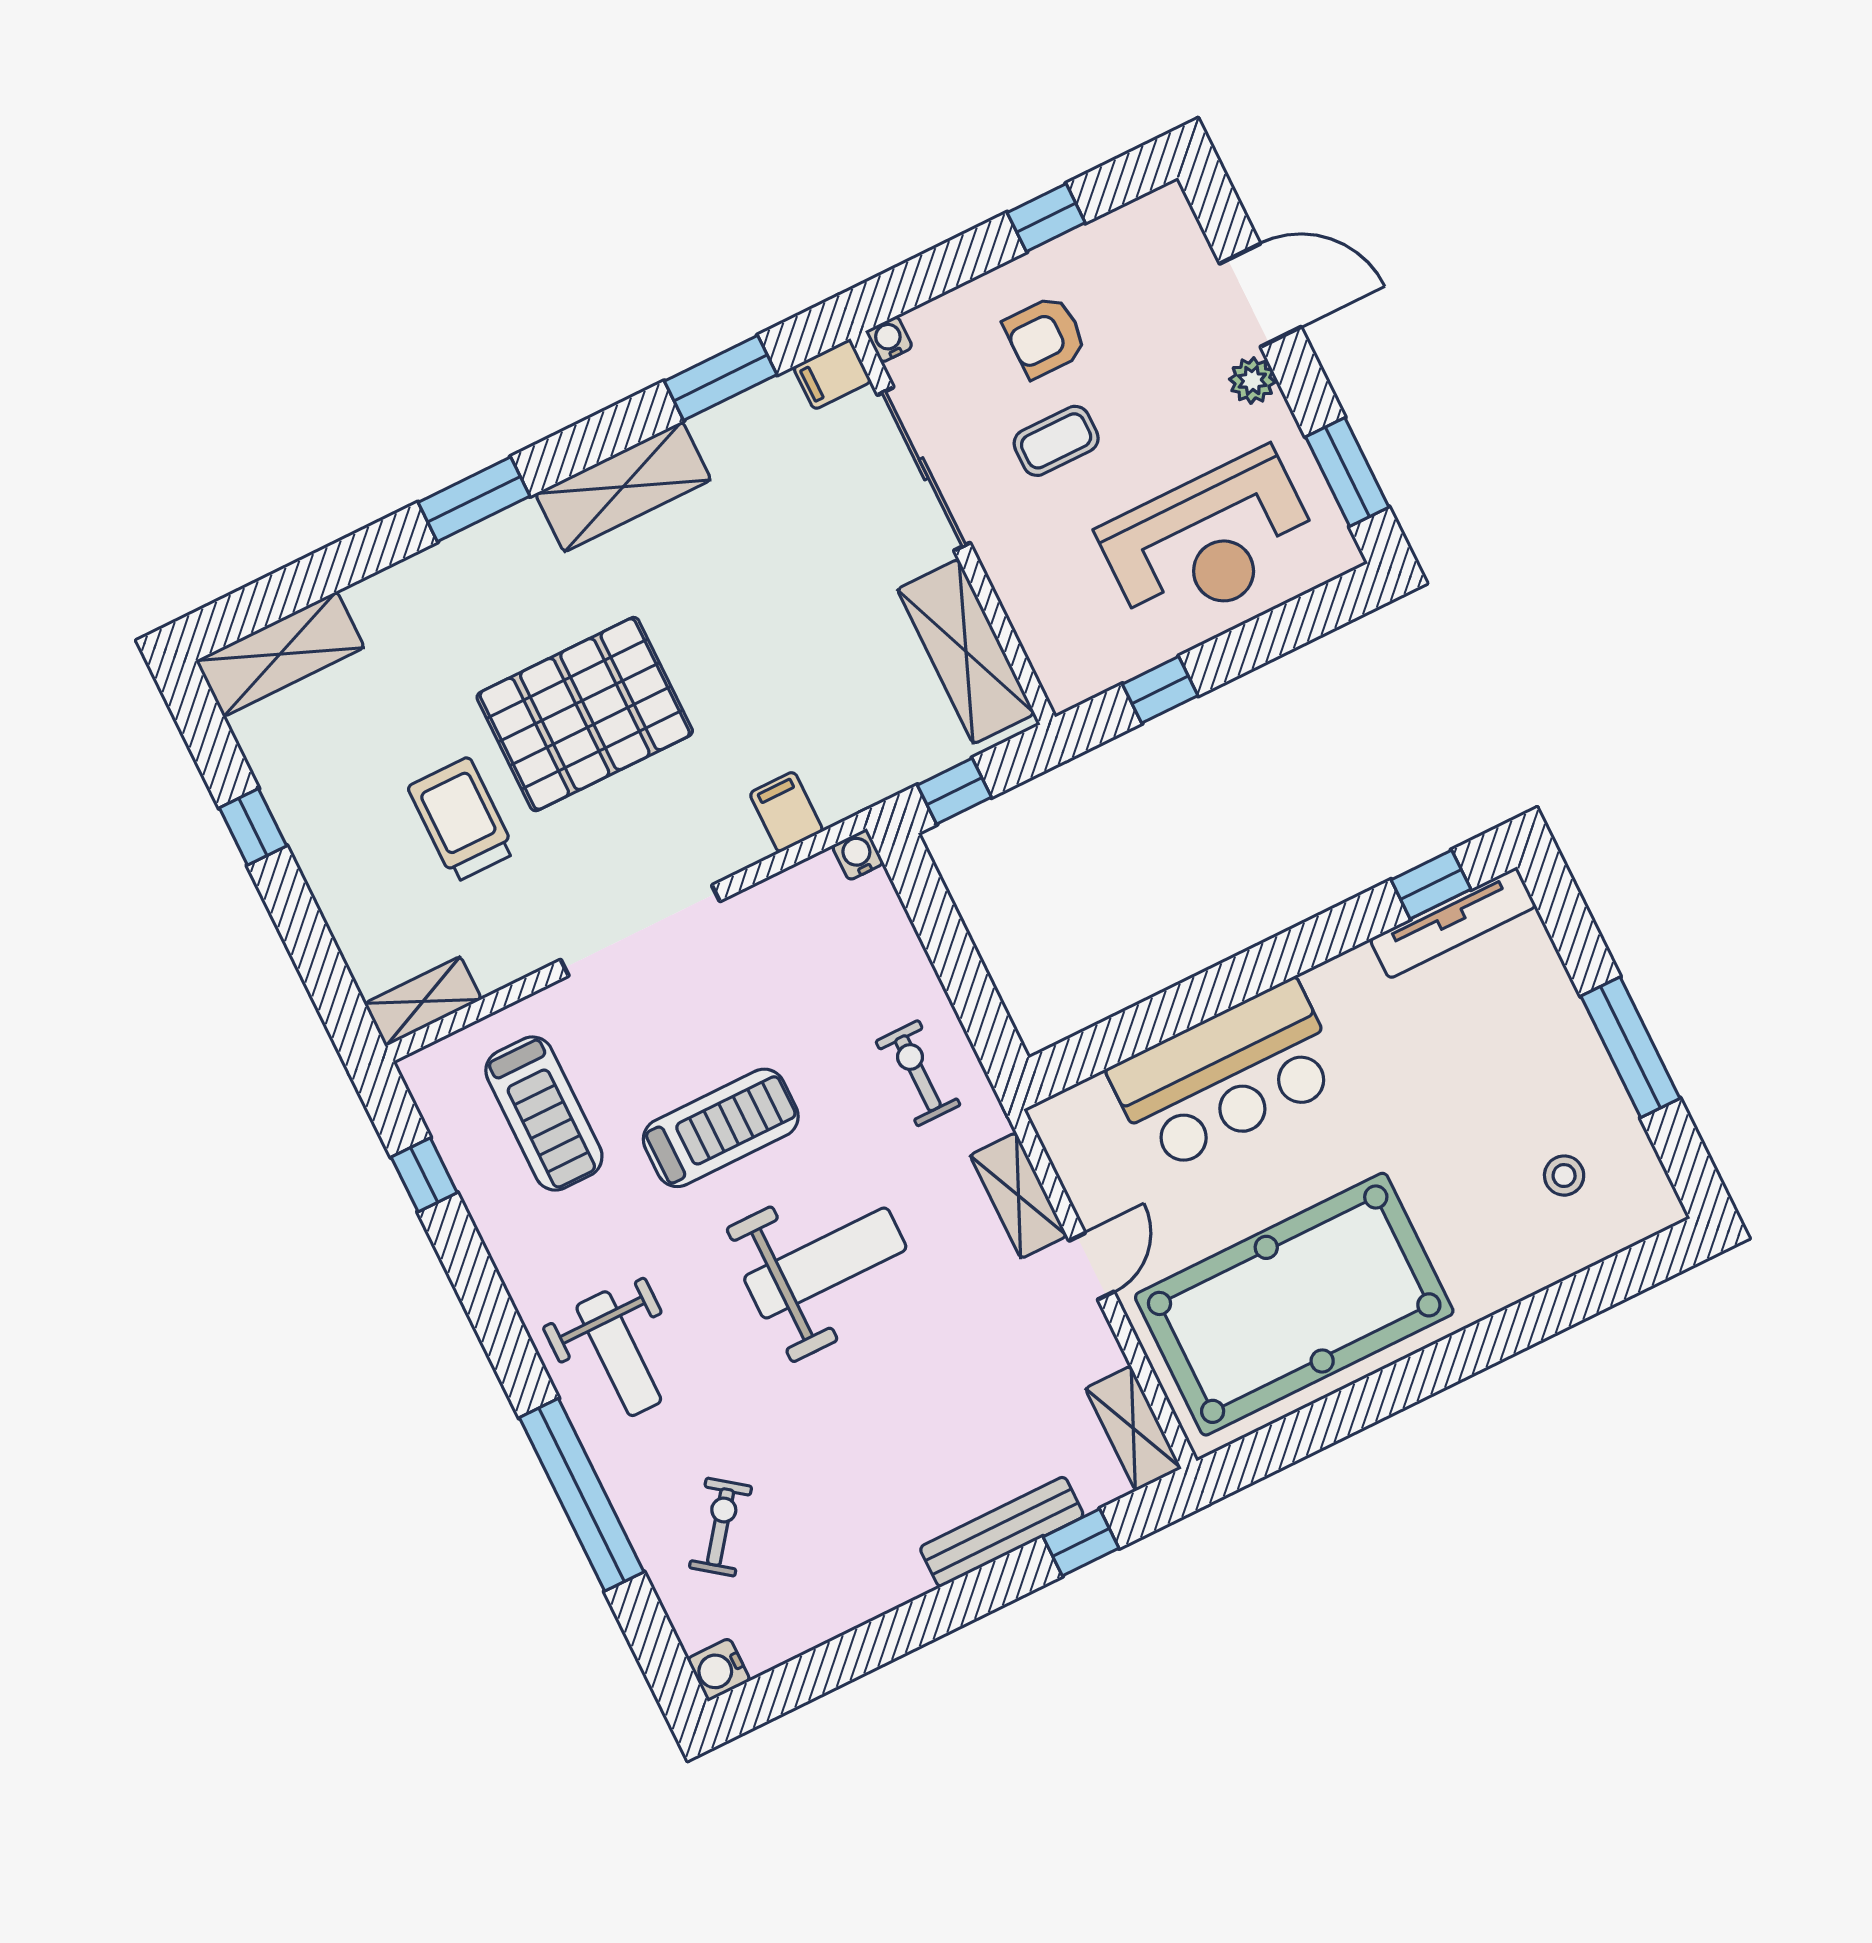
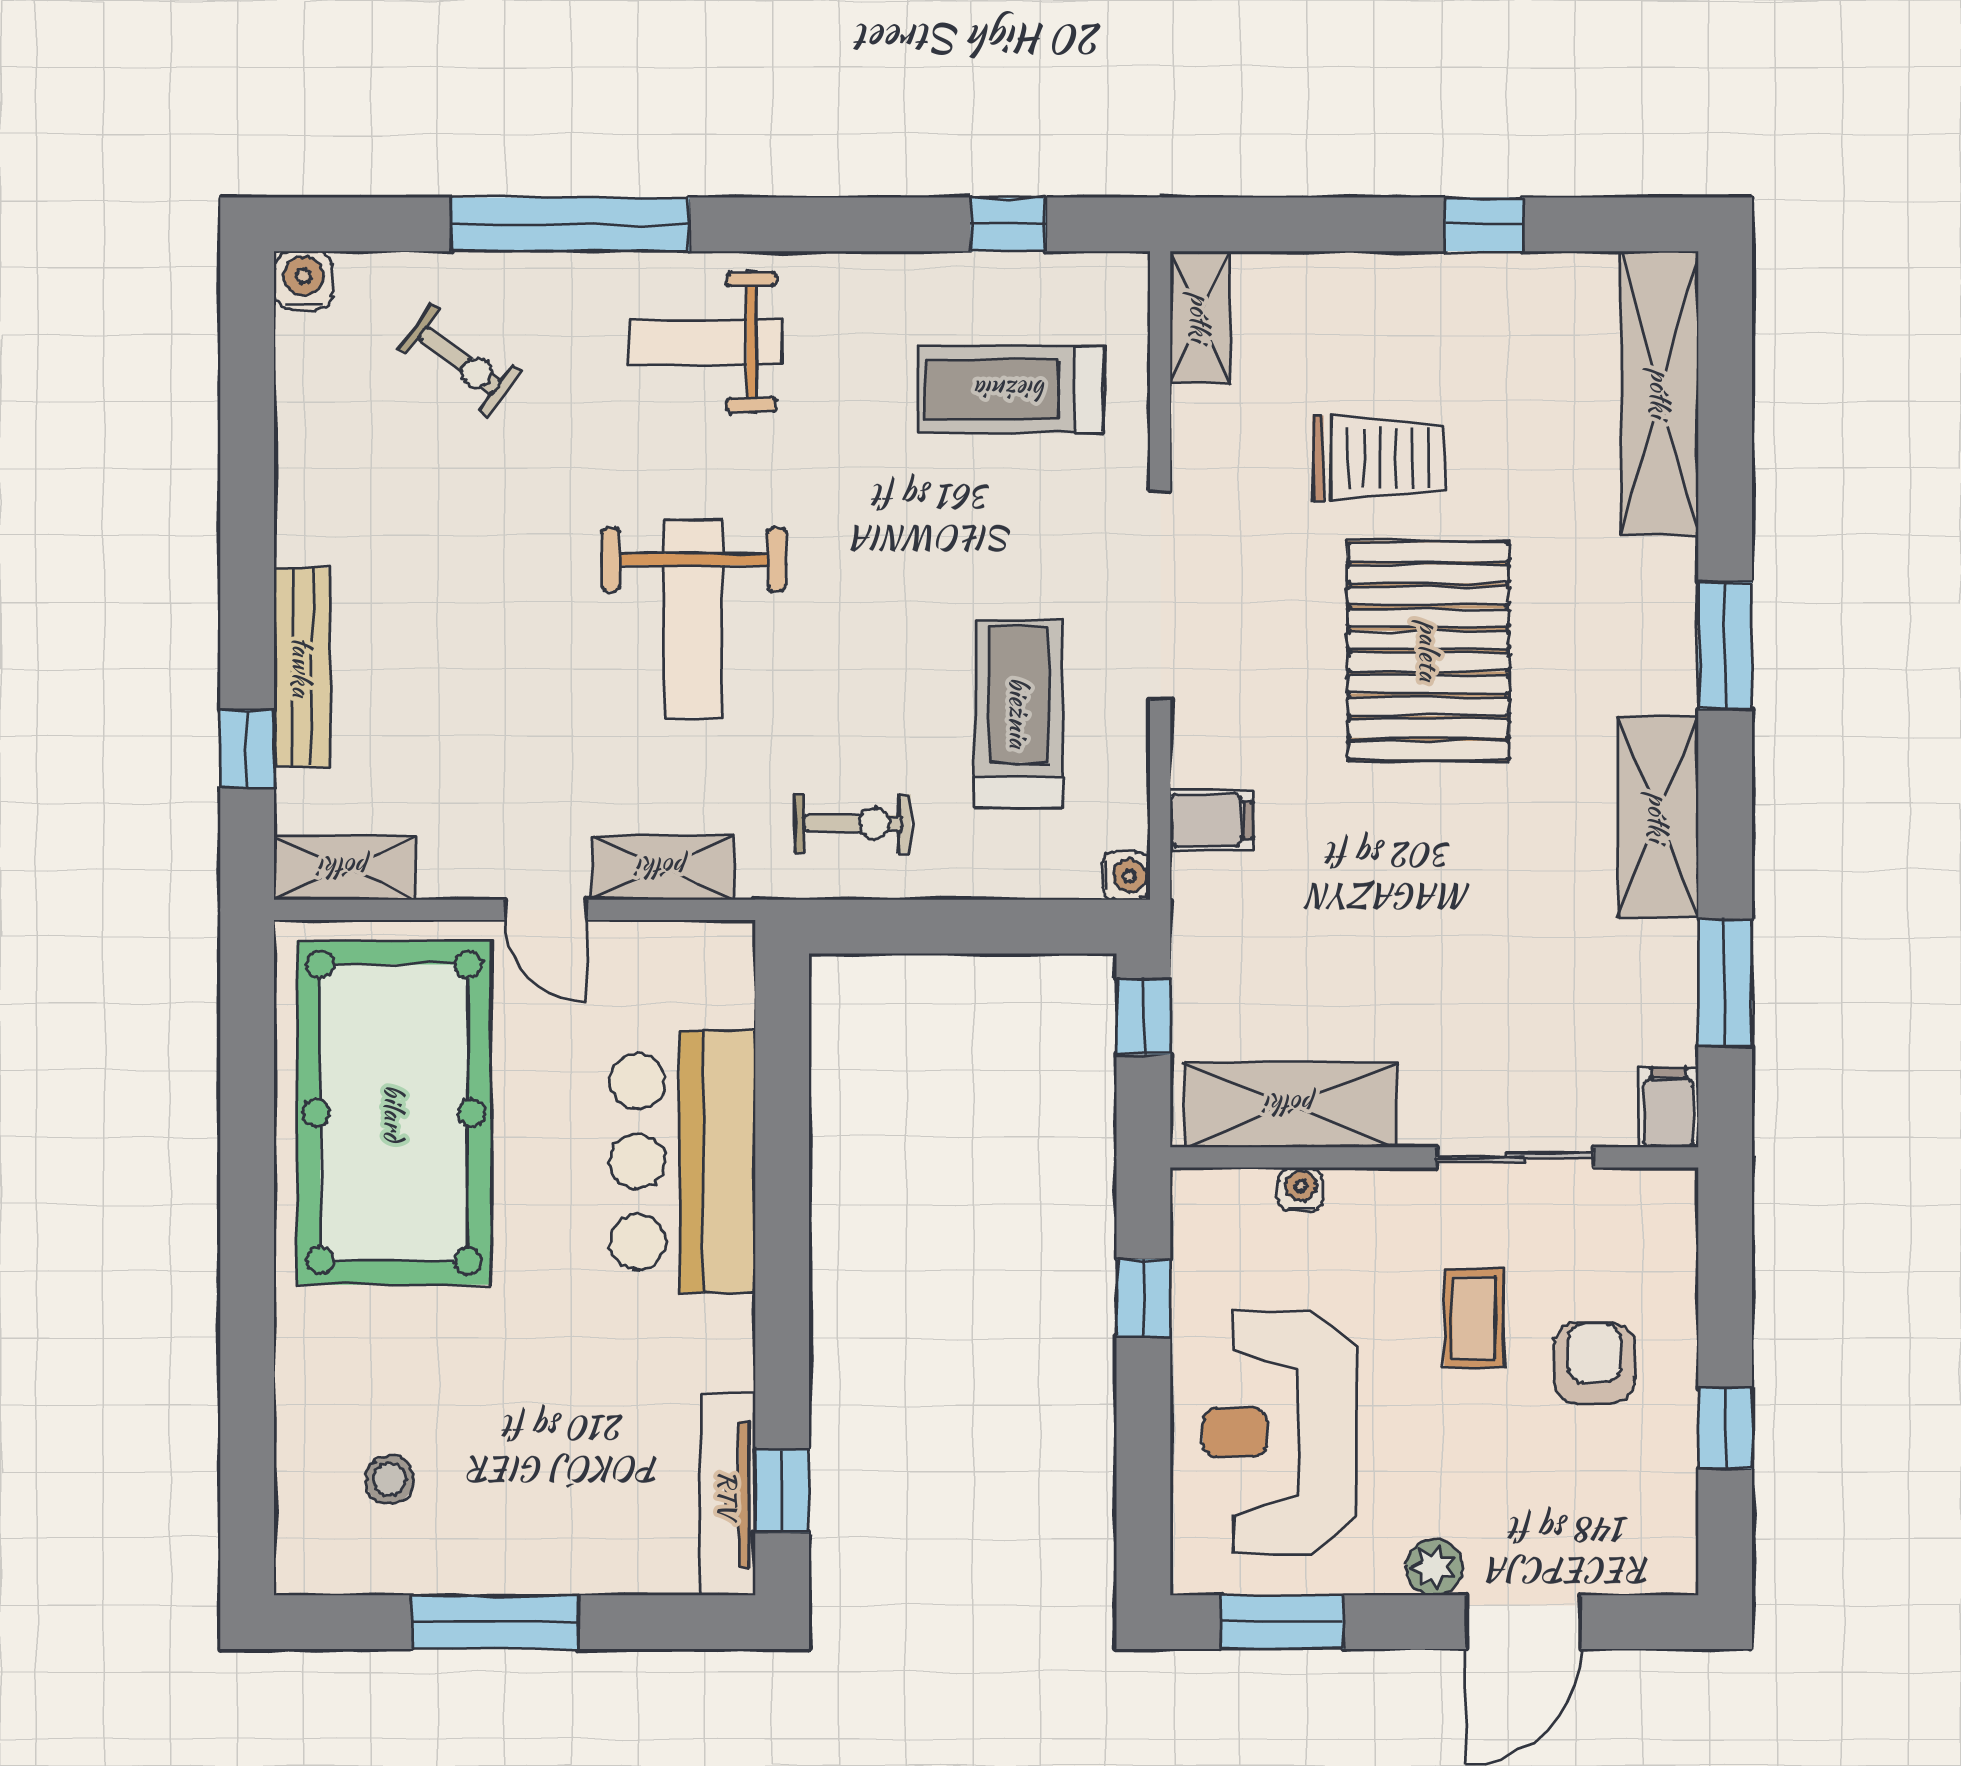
water cooler: (889, 339) -> (1301, 1189), moved, turned -90
sliding door: (924, 469) -> (1515, 1157), width x0.73
shelving: (280, 654) -> (1660, 393), width x1.47
treadmill: (721, 1128) -> (1019, 713), moved, turned 180

